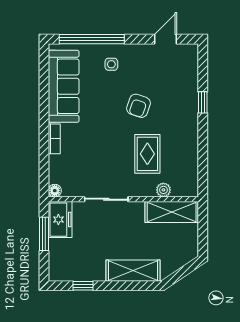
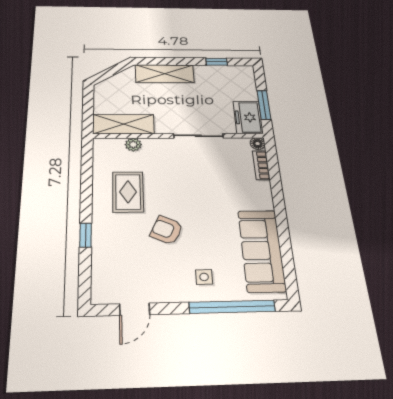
armchair: (139, 106) -> (167, 230), turned -84
bookcase: (54, 139) -> (261, 165), moved
rug: (147, 154) -> (128, 192), moved

